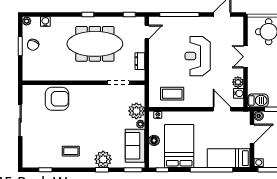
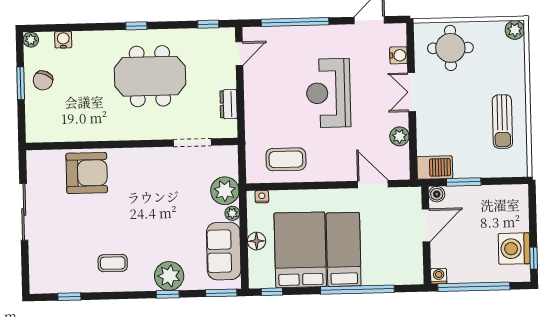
meeting table: (95, 44) -> (150, 76), width x0.73
water cooler: (239, 93) -> (398, 55), moved
bed: (229, 158) -> (344, 249), moved, turned 90

